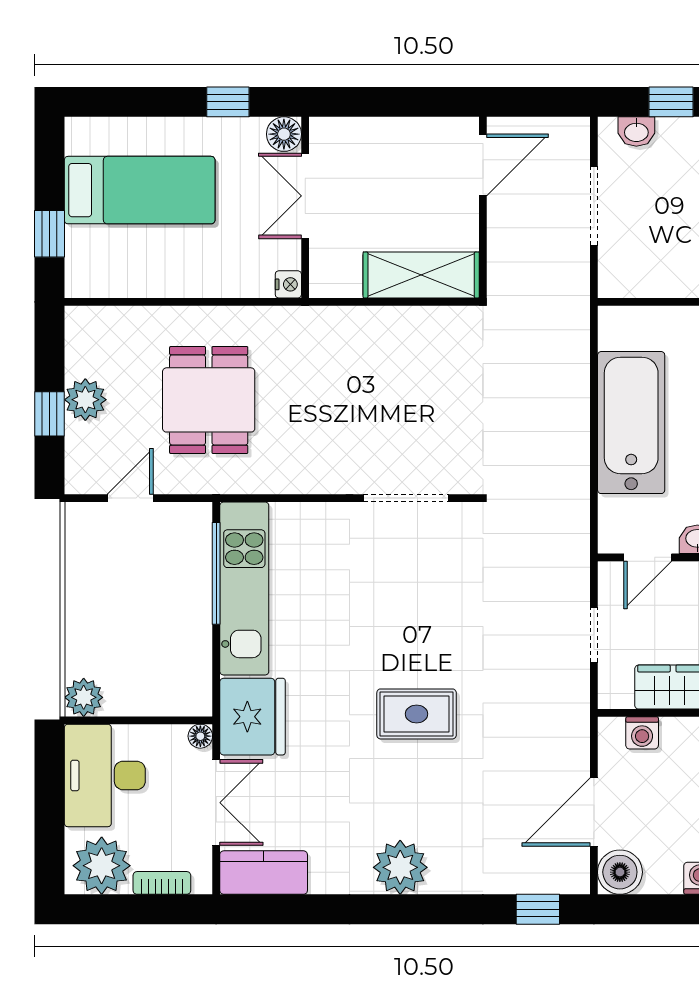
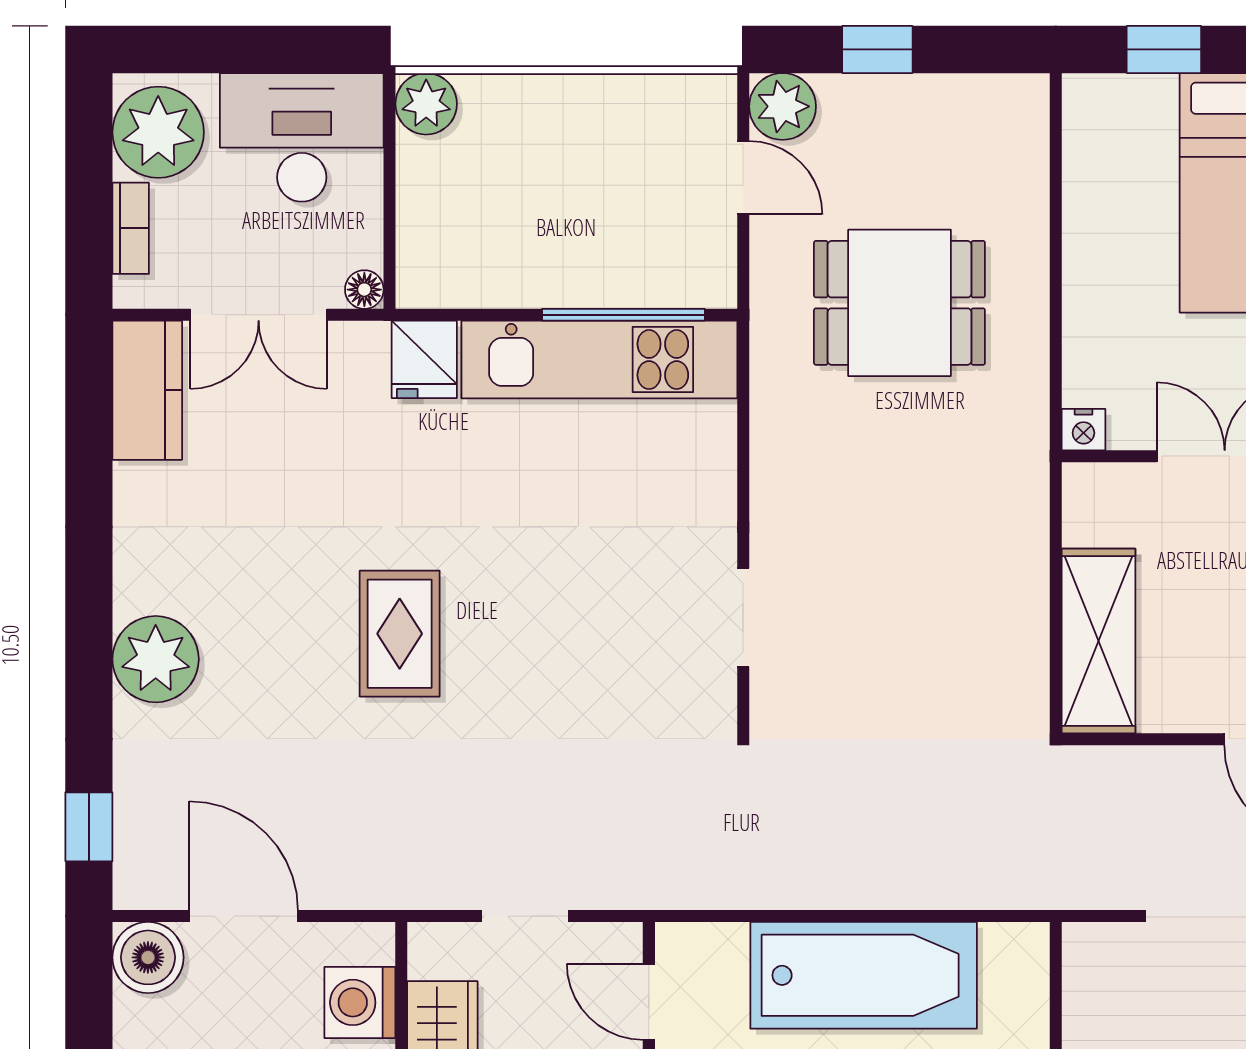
plant: (85, 400) -> (783, 106), moved
doorway: (406, 498) -> (743, 617), width x0.73
fridge: (252, 717) -> (424, 359), width x0.53, depth x0.75
washing machine: (642, 733) -> (360, 1002), width x1.38, depth x1.38
plant: (400, 867) -> (156, 659), moved

